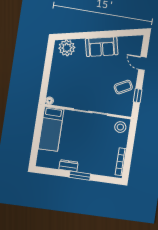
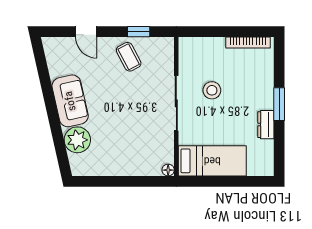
plant: (67, 48) -> (77, 140), moved
door: (143, 63) -> (86, 32), hinge flipped
stool: (120, 127) -> (212, 90), moved

